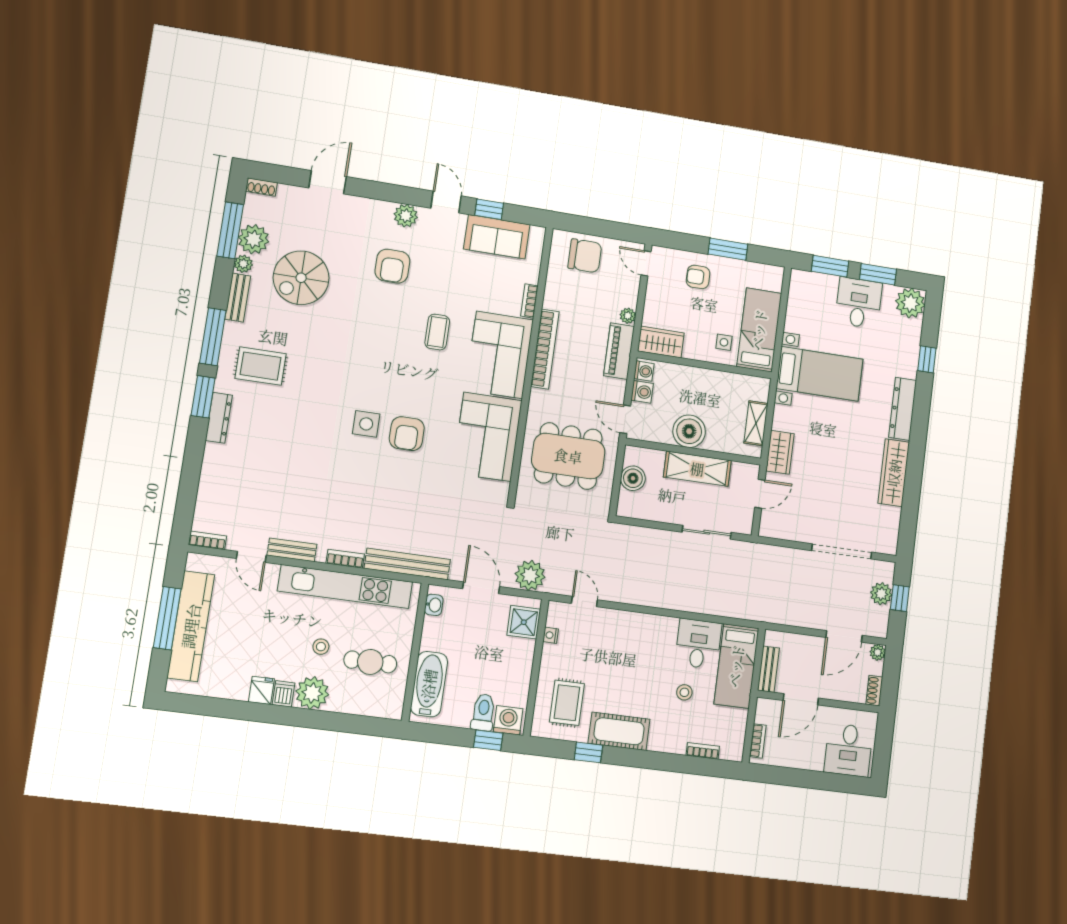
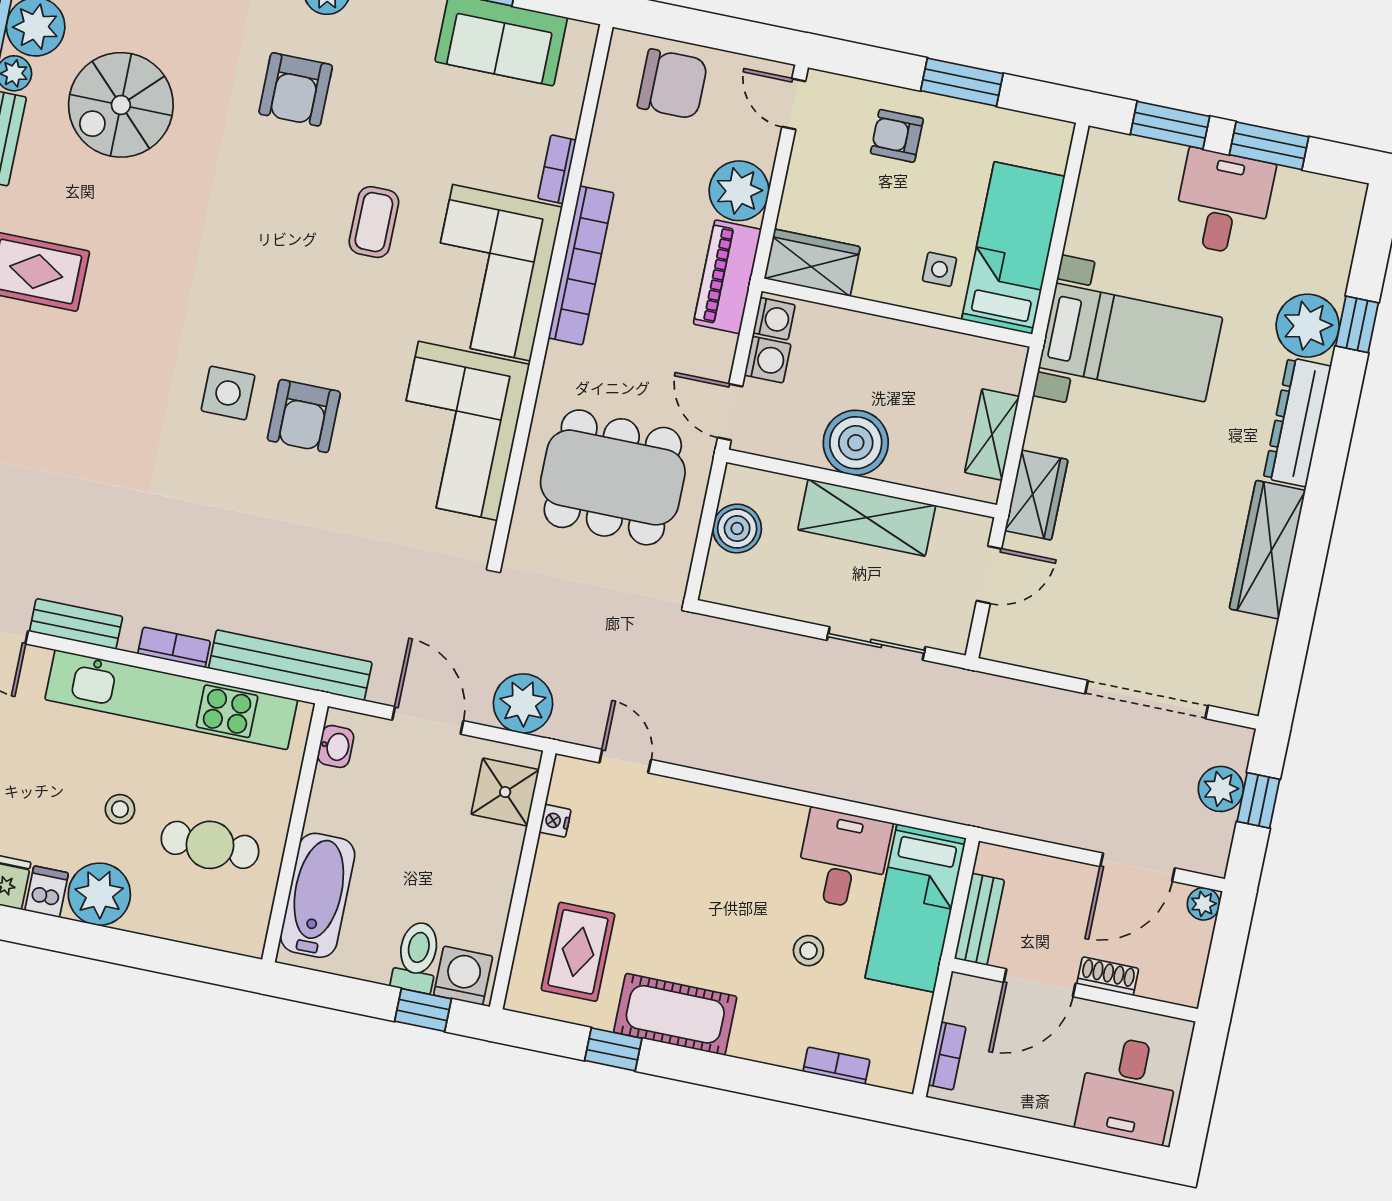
plant: (910, 303) -> (1308, 326), moved
plant: (628, 316) -> (739, 191), width x1.87, depth x1.87
shoe rack: (874, 691) -> (1108, 976), moved, turned 90

